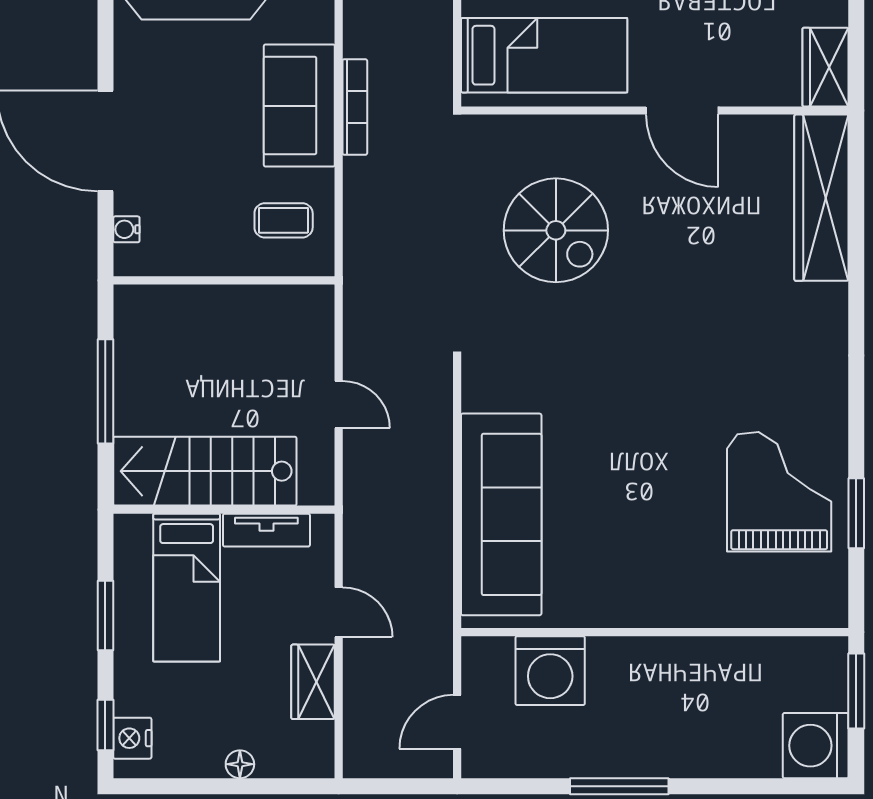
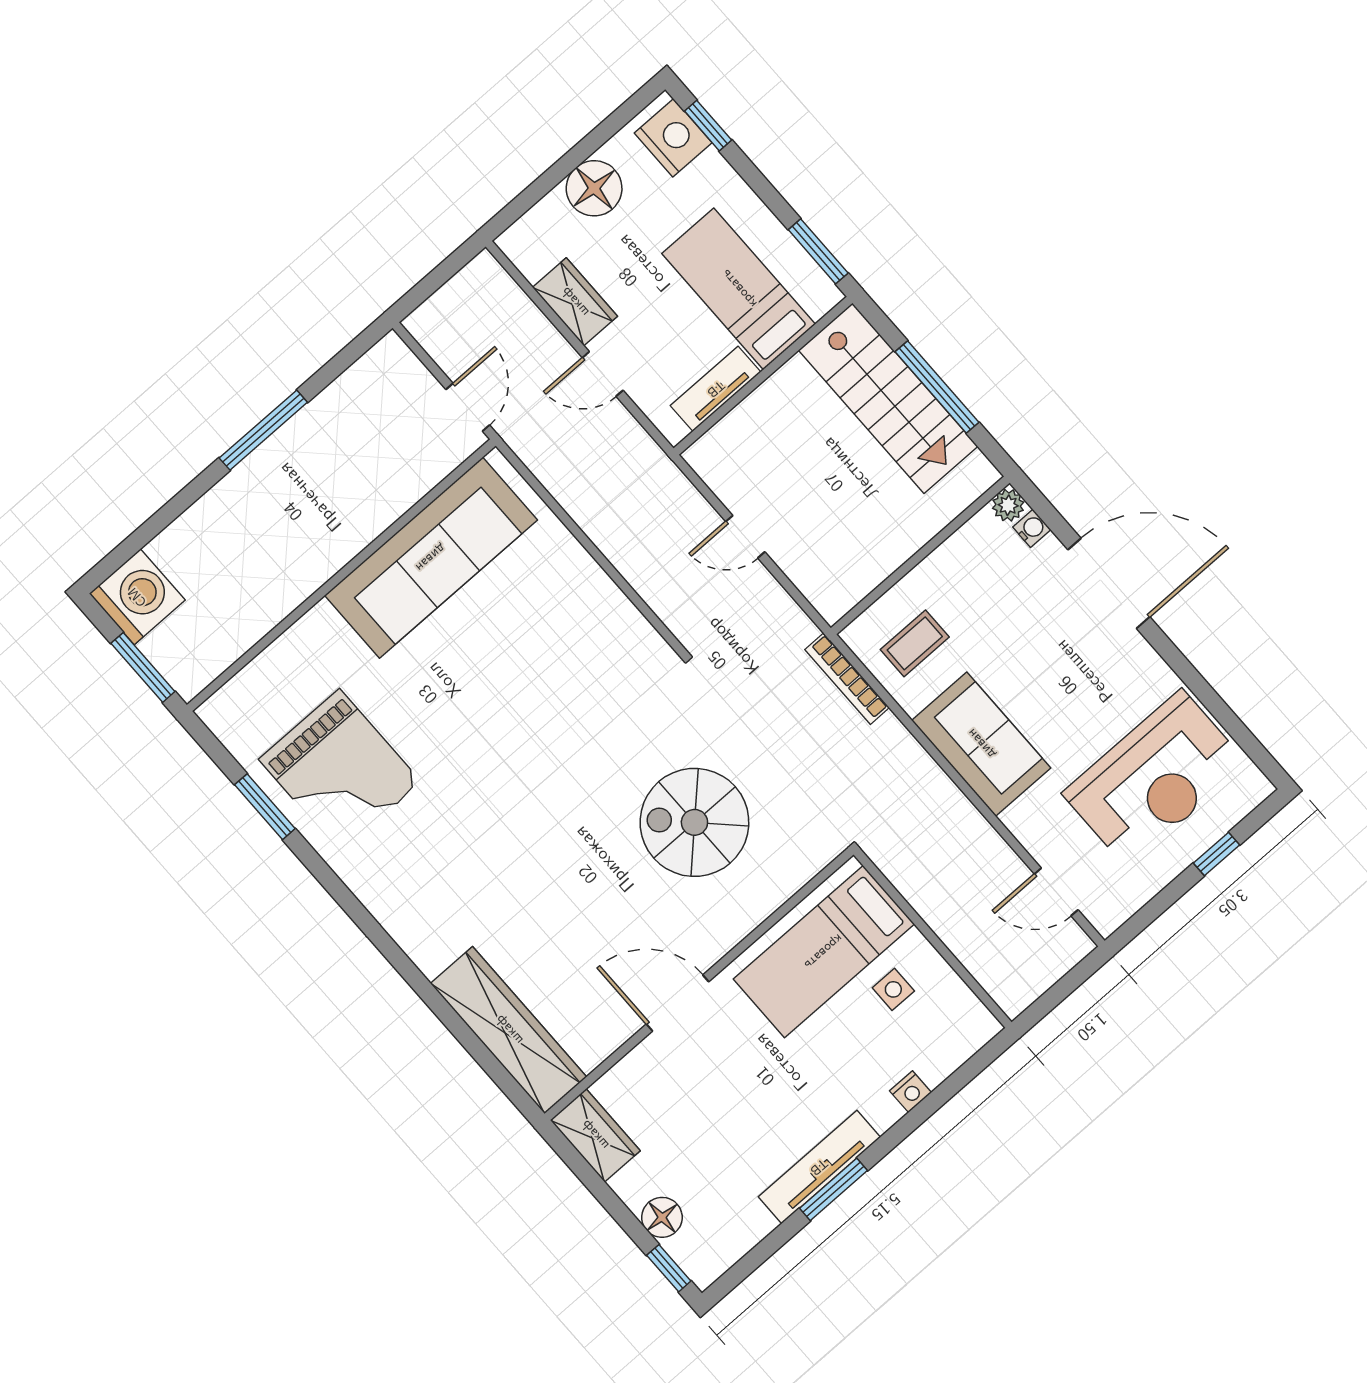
bookcase: (355, 107) -> (847, 679), moved
plant: (129, 261) -> (1008, 505), added
stairs: (205, 471) -> (888, 398), moved, turned 90
sofa: (501, 514) -> (431, 558), moved, turned -90
window: (105, 615) -> (818, 251), moved
washing machine: (550, 671) -> (397, 473), removed
door: (457, 722) -> (468, 407), moved
nightstand: (132, 738) -> (673, 138), width x1.36, depth x1.33
floor lamp: (240, 764) -> (594, 188), width x1.89, depth x1.89

